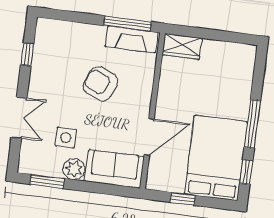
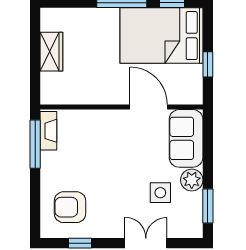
fireplace: (131, 40) -> (48, 131), width x0.73, depth x0.76
wardrobe: (182, 46) -> (51, 52), moved
armchair: (101, 84) -> (70, 207), moved, turned 67

